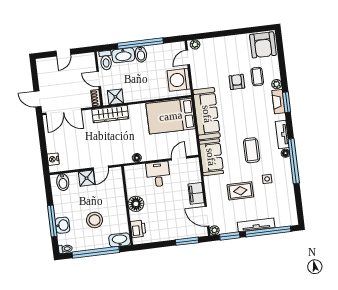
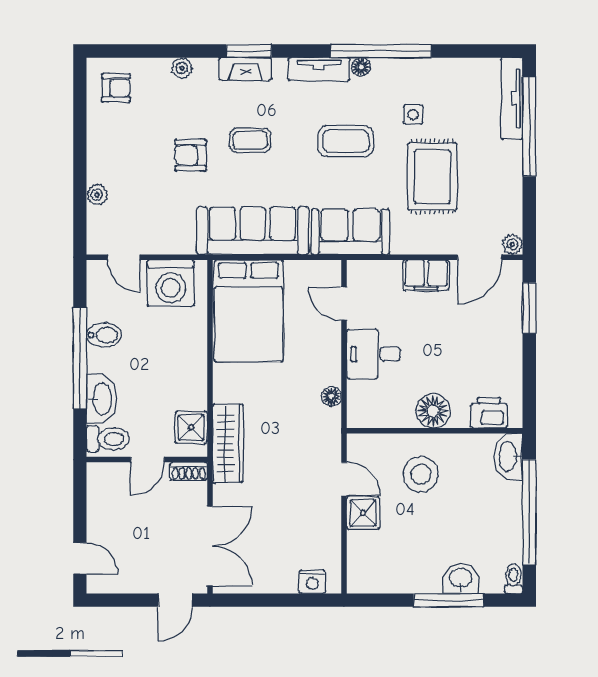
plant: (195, 45) -> (97, 195), moved
armchair: (263, 45) -> (116, 88), width x0.53, depth x0.53
door: (63, 53) -> (80, 558), moved
bidet: (141, 54) -> (104, 335), moved
coffee table: (257, 77) -> (250, 140), moved
plant: (277, 84) -> (182, 68), moved
bidet: (63, 182) -> (365, 567), removed
rug: (240, 191) -> (432, 177), width x1.36, depth x1.43
stool: (95, 220) -> (421, 474), moved
tv unit: (256, 225) -> (512, 98), moved
window: (230, 236) -> (529, 212), removed

